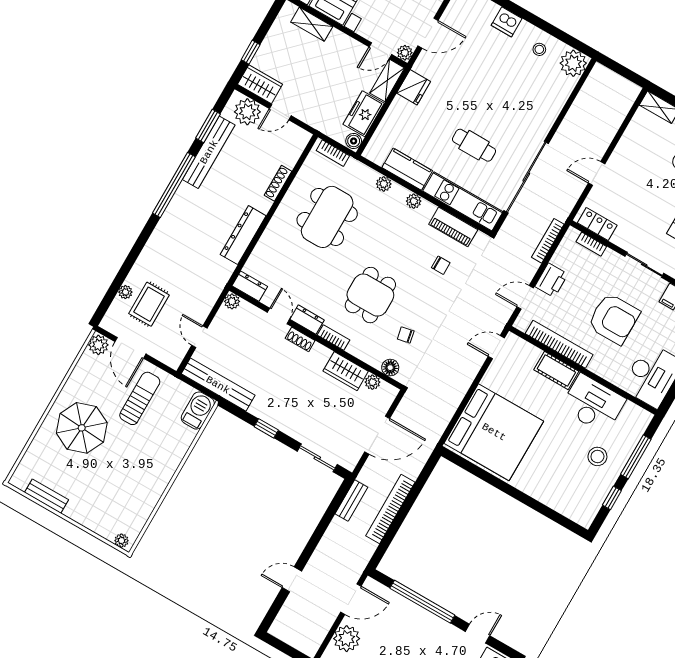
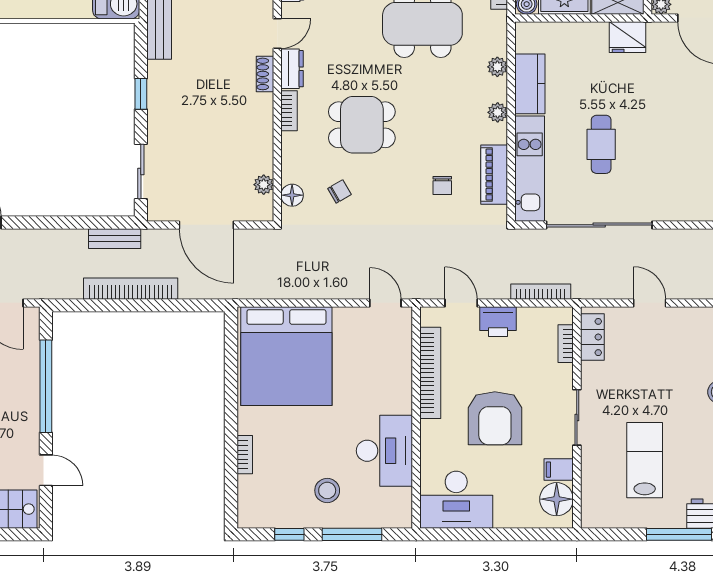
chair: (406, 335) -> (339, 191), turned 72
wardrobe: (346, 371) -> (259, 147), removed
cot: (556, 371) -> (398, 387), removed
bookcase: (543, 497) -> (245, 455), added

